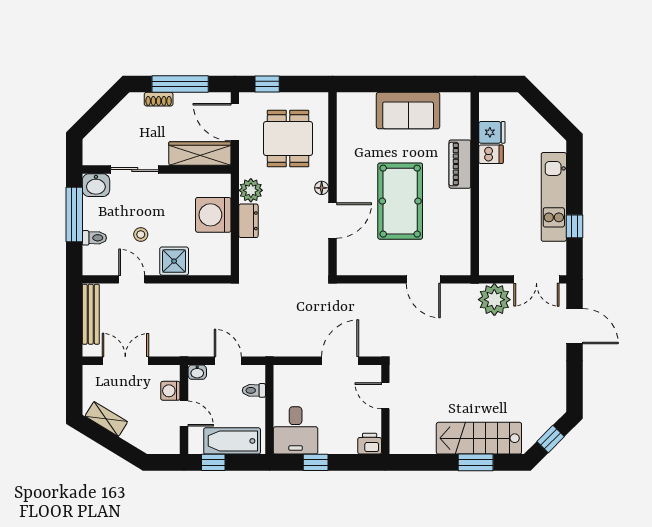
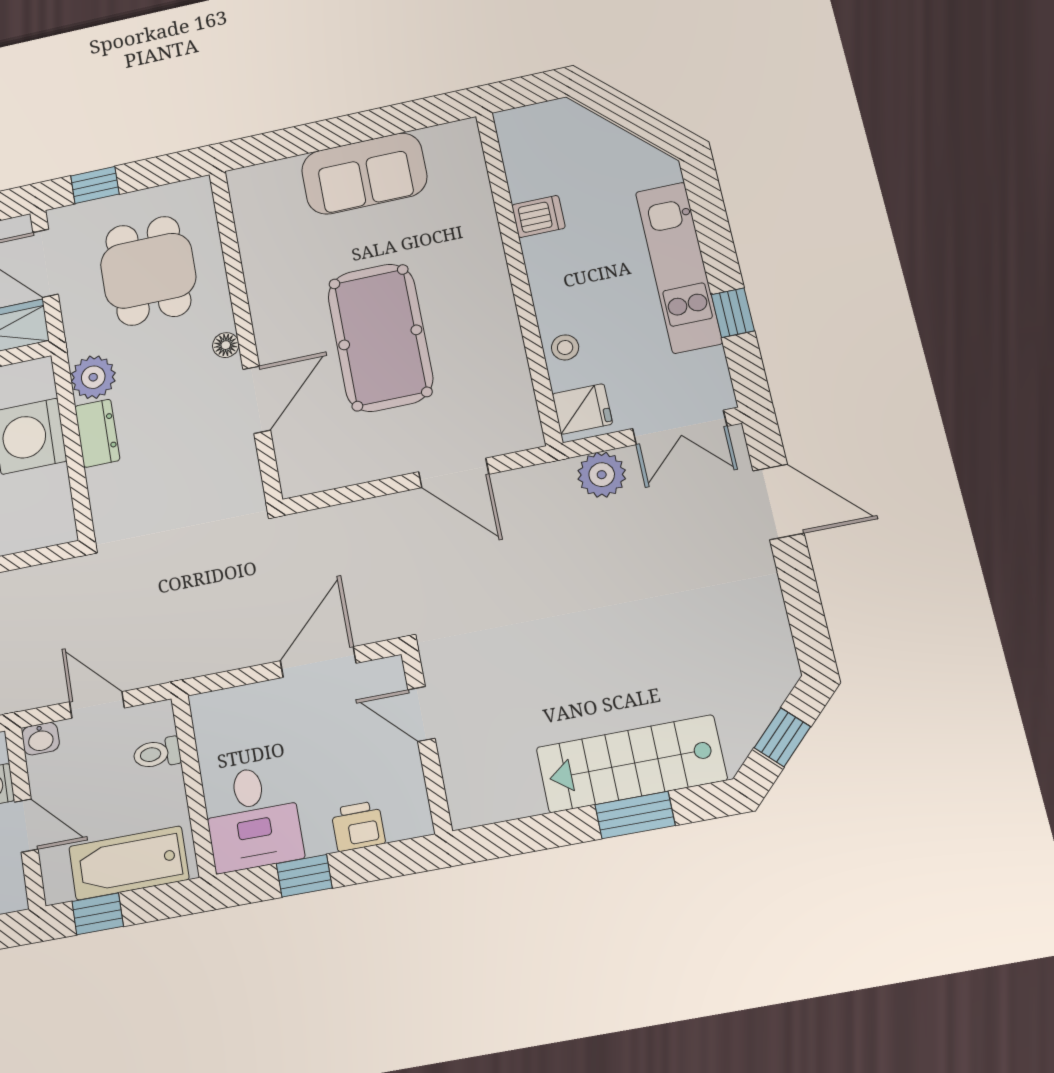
fridge: (492, 132) -> (582, 409), moved
piano: (460, 164) -> (482, 247), removed
stool: (490, 226) -> (565, 347), added
plant: (494, 300) -> (602, 475), width x0.73, depth x0.73
printer: (370, 444) -> (358, 826), moved

